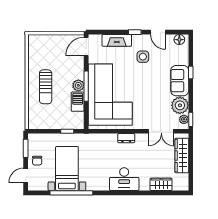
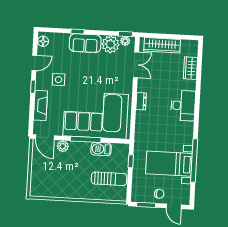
plant: (78, 85) -> (63, 146), moved
sun lounger: (46, 87) -> (109, 179), moved

